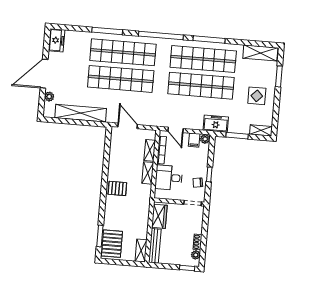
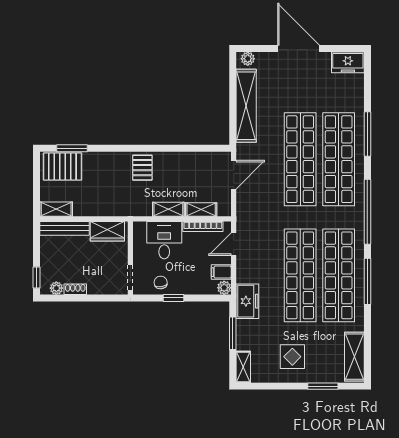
plant: (49, 97) -> (248, 59), moved

